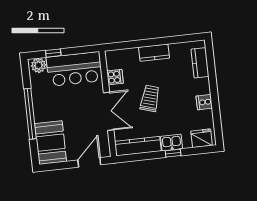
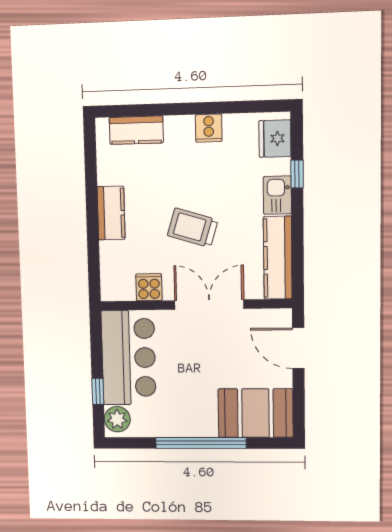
window: (173, 153) -> (297, 174), moved

